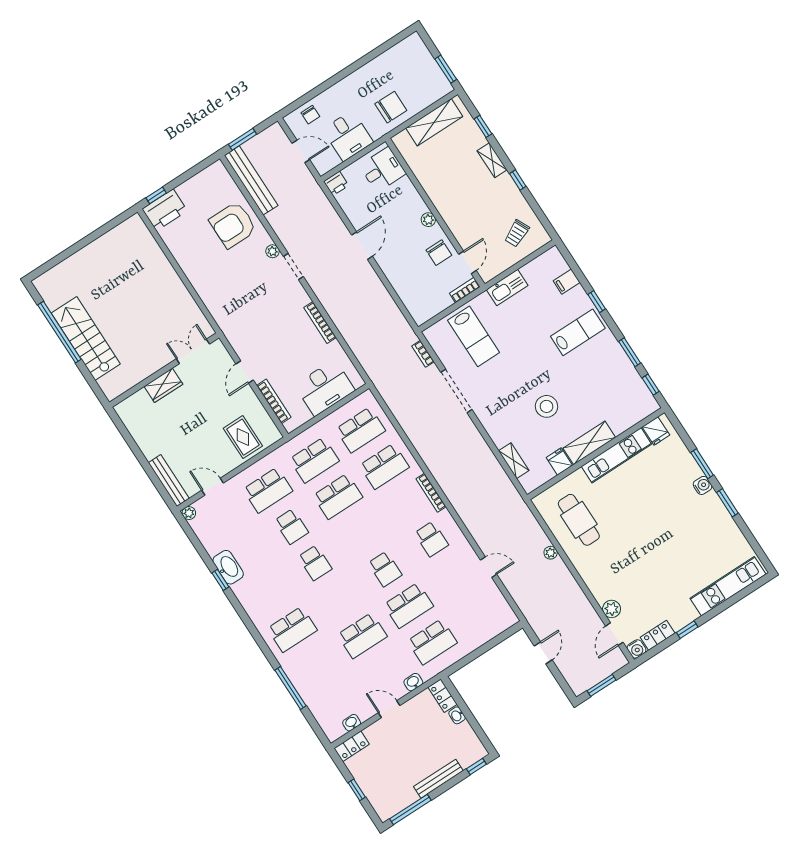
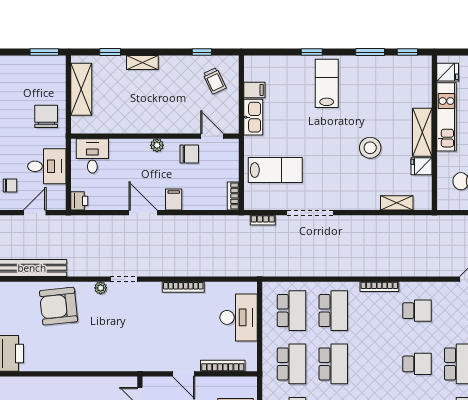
window: (518, 180) -> (202, 52), moved
armchair: (233, 225) -> (59, 306), turned 84
filing cabinet: (391, 265) -> (174, 199), added
filing cabinet: (567, 282) -> (254, 90), moved, turned -90
bookcase: (465, 290) -> (233, 196), moved

